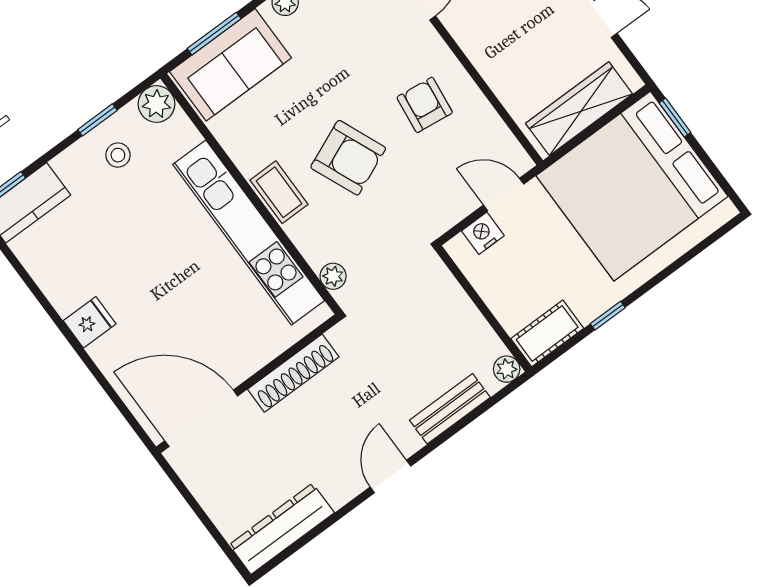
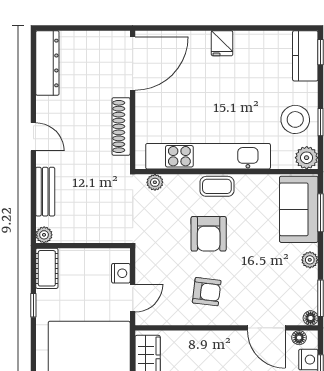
stool: (118, 155) -> (295, 119), width x1.89, depth x1.89
armchair: (348, 158) -> (209, 234), turned -67

